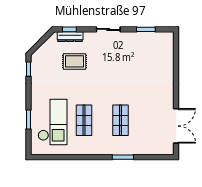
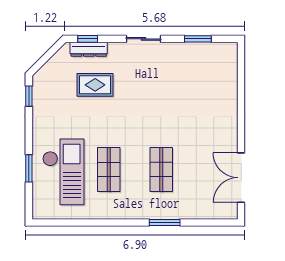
double door: (176, 126) -> (241, 178), swing flipped

